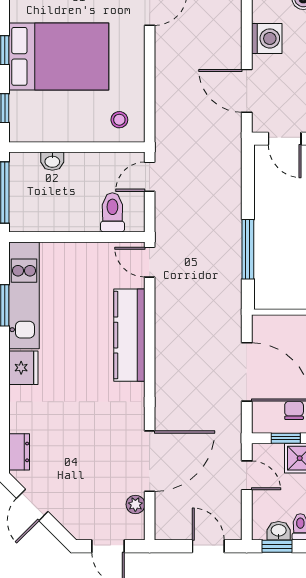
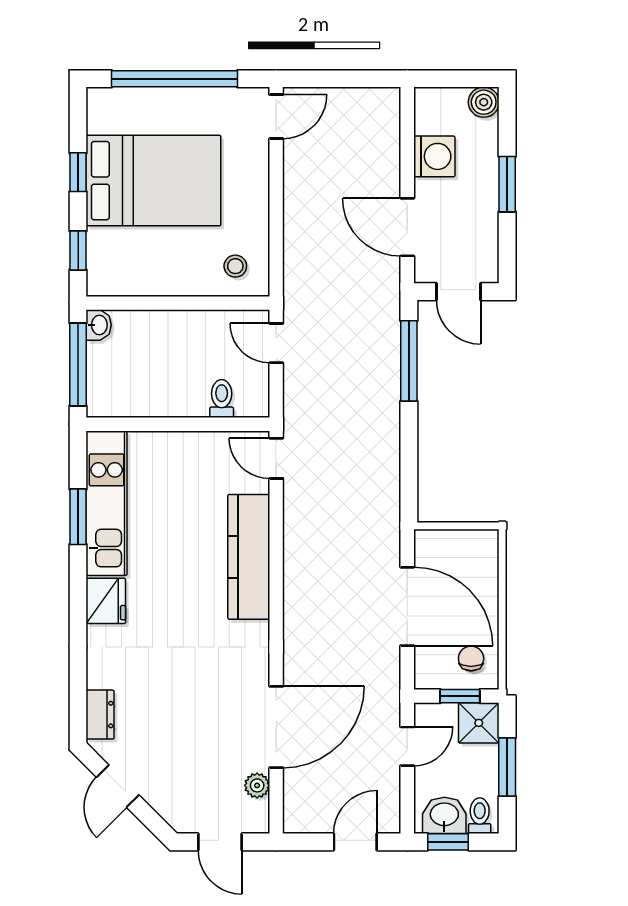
washbasin: (52, 161) -> (99, 325), moved, turned -90
door: (150, 177) -> (276, 343), hinge flipped
toilet: (112, 212) -> (222, 399), width x0.73, depth x0.72
window: (248, 249) -> (409, 361), moved
door: (247, 475) -> (407, 746), hinge flipped
washbasin: (279, 531) -> (444, 815), width x1.38, depth x1.45
door: (208, 546) -> (355, 842), hinge flipped

